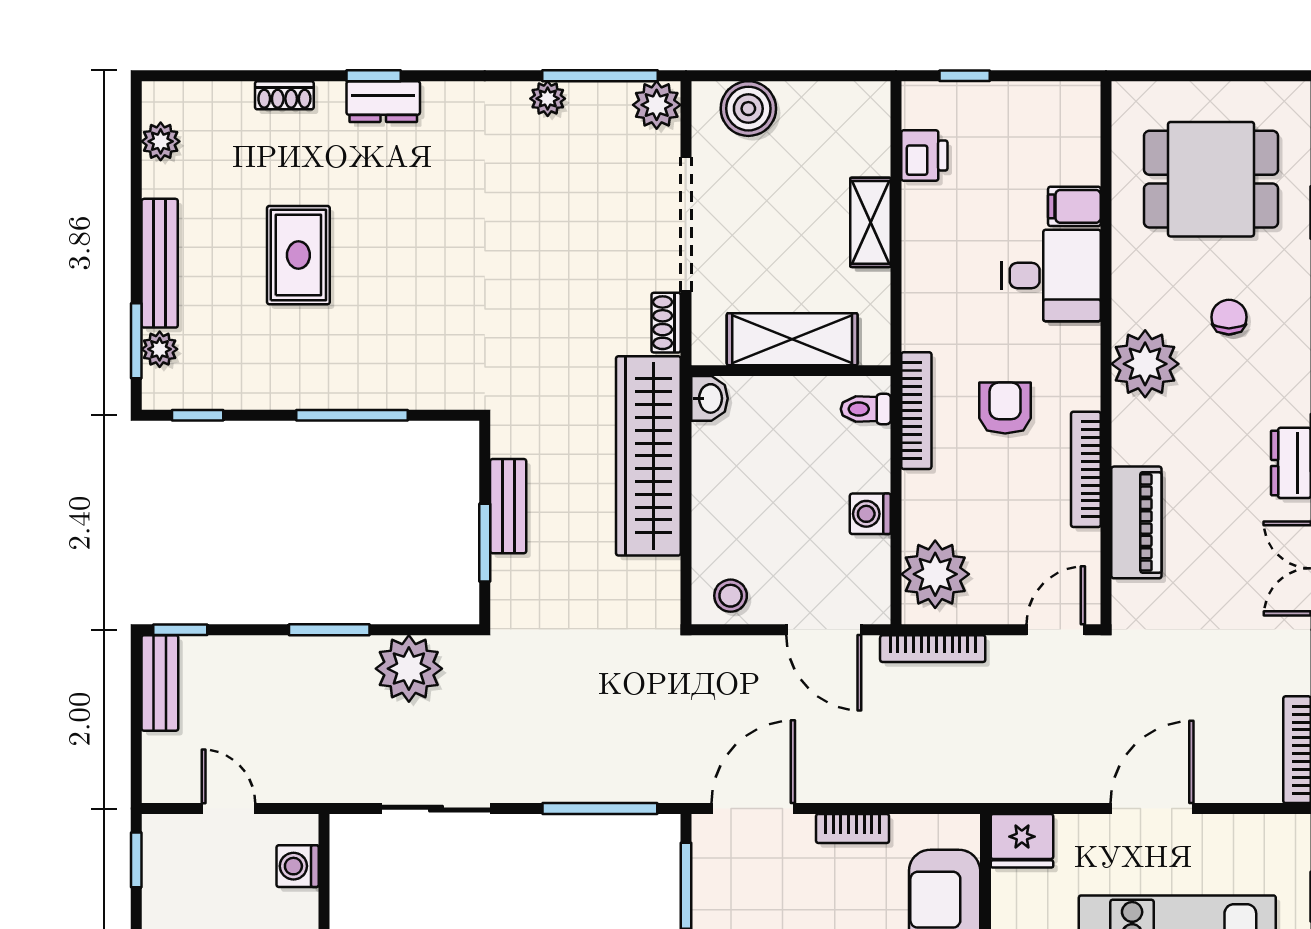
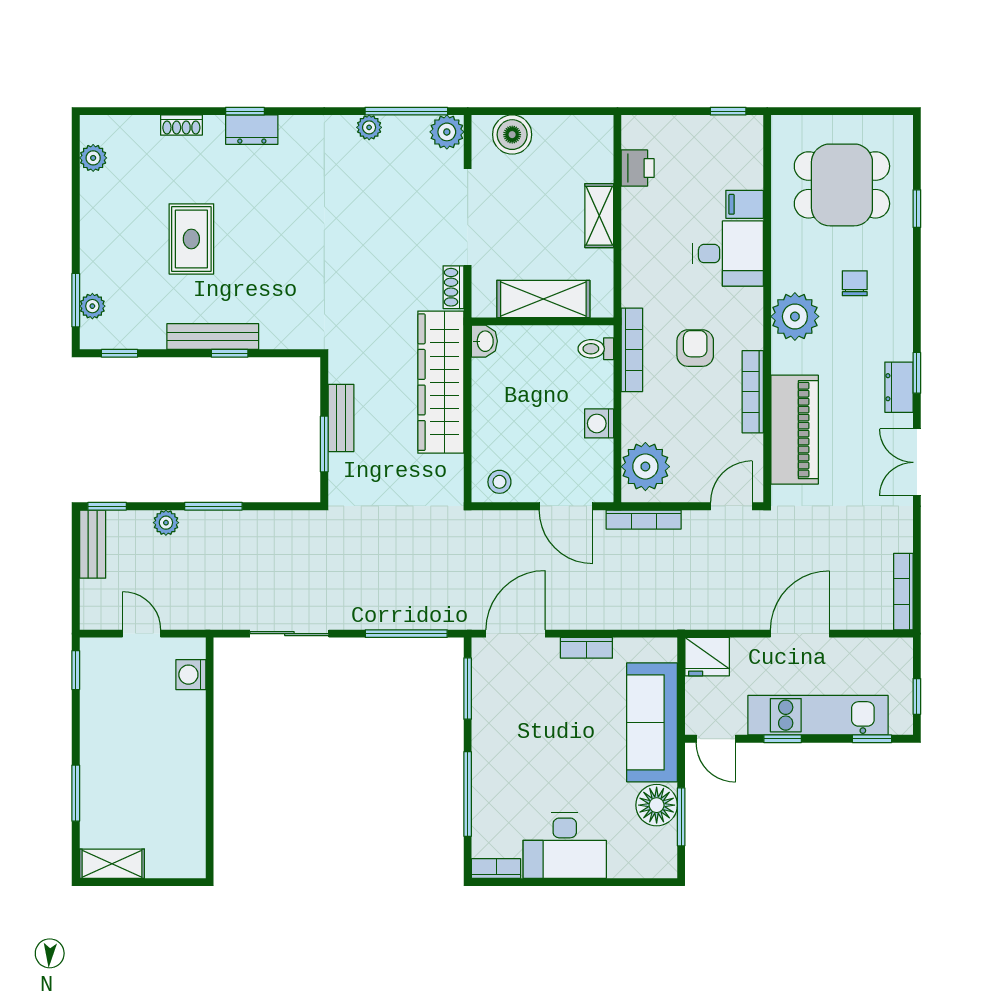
window: (965, 76) -> (728, 111), moved
bench: (160, 263) -> (213, 337), moved, turned 90
window: (352, 415) -> (230, 353), width x0.46
piano: (1136, 522) -> (795, 430), width x1.37, depth x1.33
plant: (409, 669) -> (166, 523), moved, width x0.53, depth x0.53

